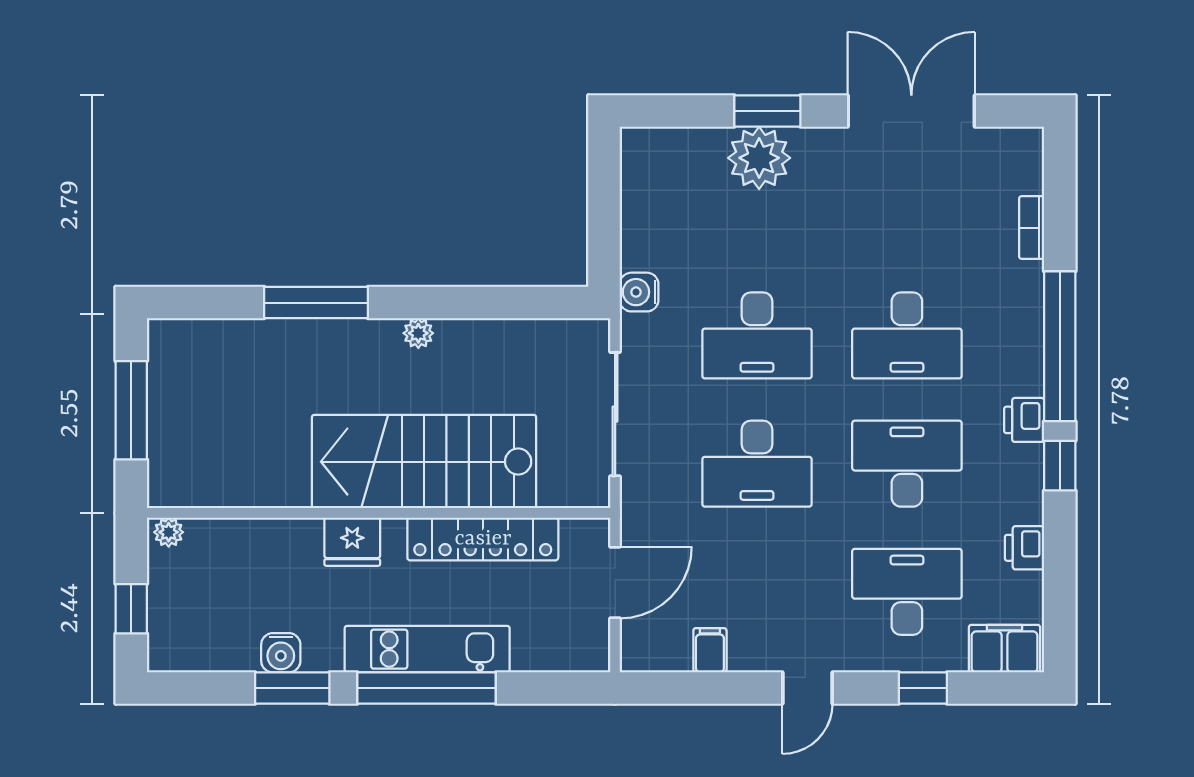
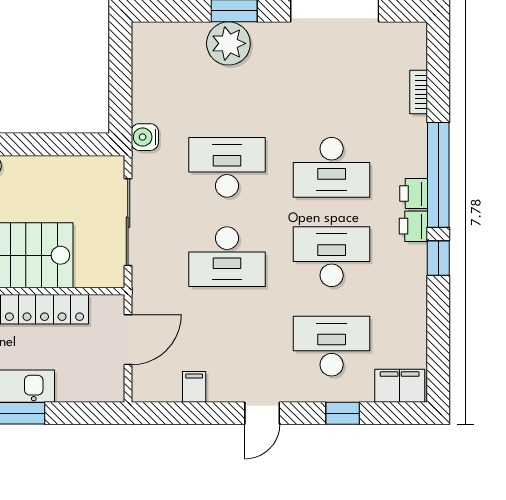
desk: (757, 335) -> (227, 167), turned 180
printer: (1025, 548) -> (414, 194), moved

